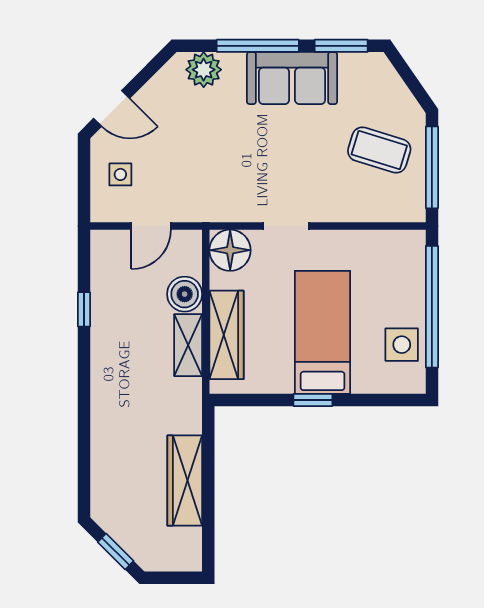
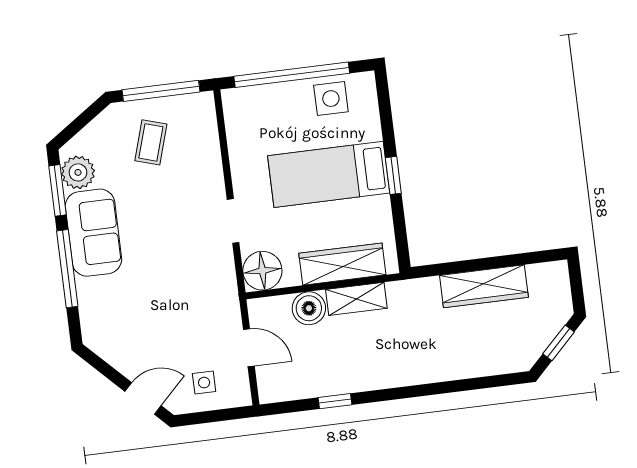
plant: (204, 70) -> (78, 172), moved
door: (112, 108) -> (143, 399), hinge flipped
coffee table: (379, 150) -> (151, 142), width x0.73, depth x0.77

